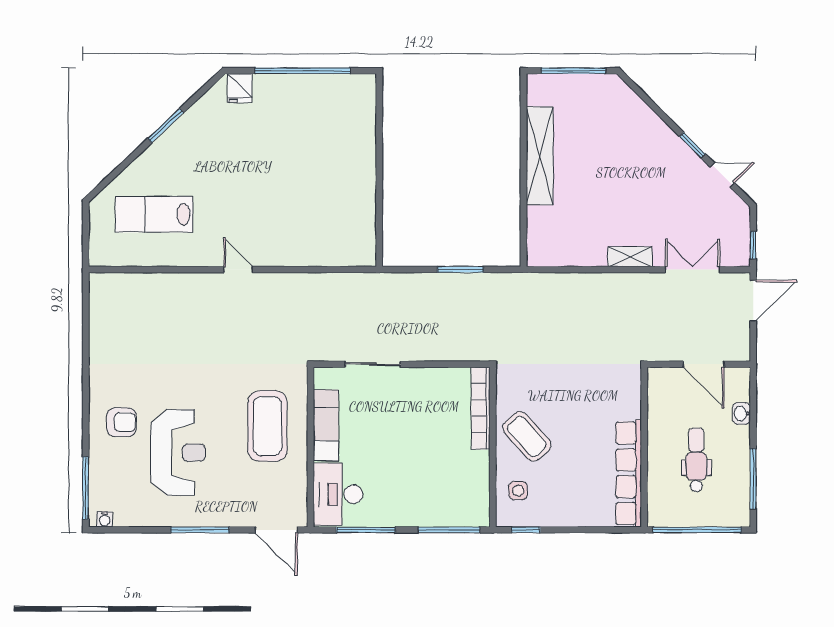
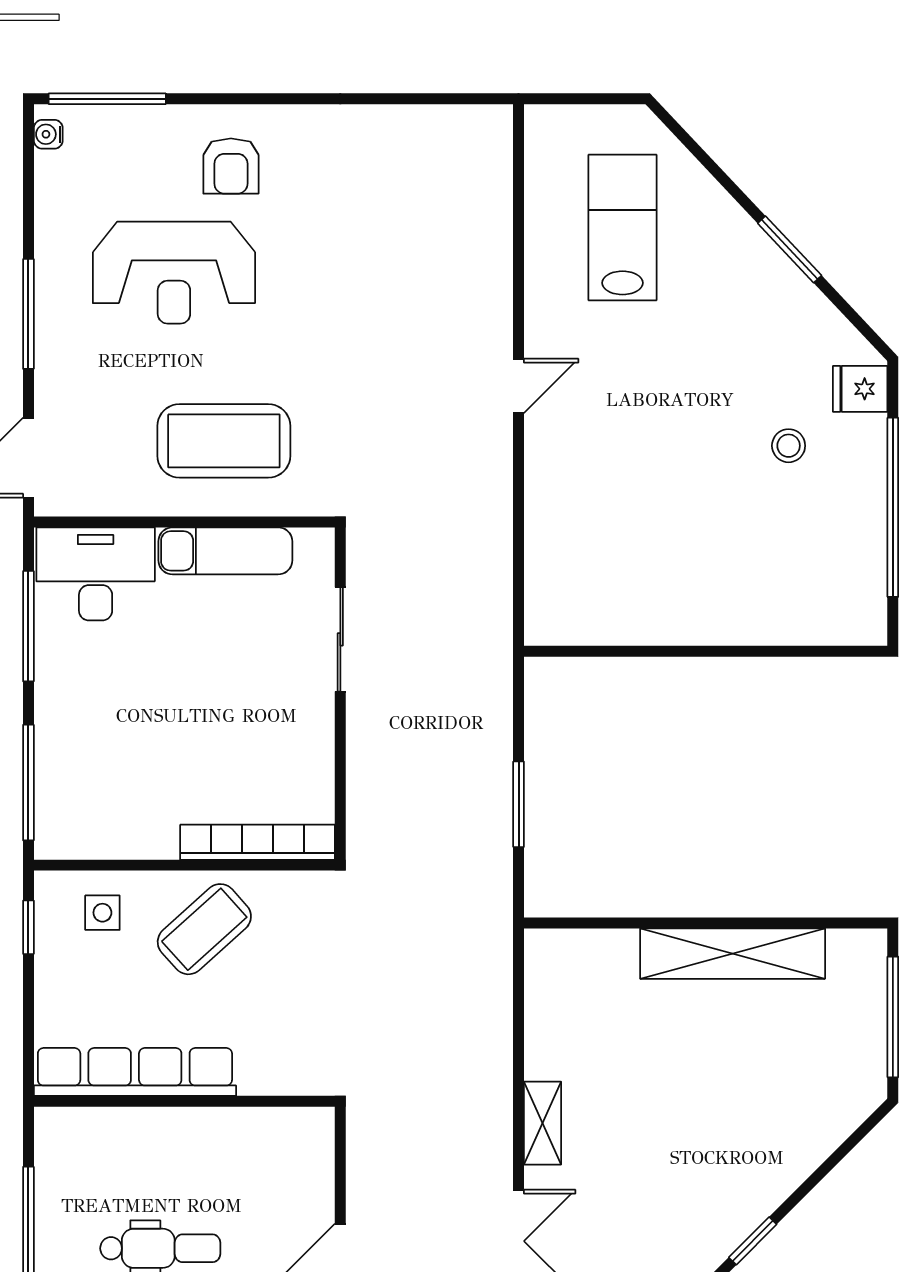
stool: (270, 126) -> (789, 446), added
wall: (644, 447) -> (184, 1101), moved
row of seats: (629, 473) -> (135, 1072), moved

